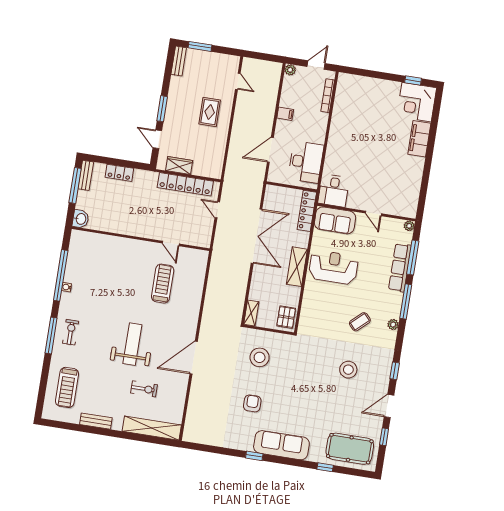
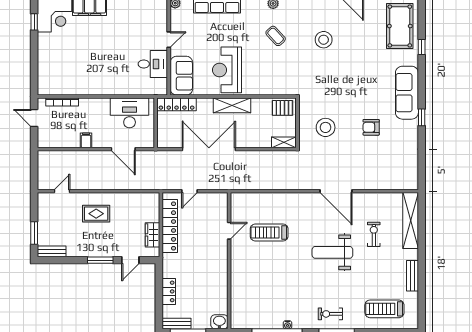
plant: (290, 70) -> (43, 142), removed
desk: (334, 191) -> (153, 64), moved
treadmill: (67, 387) -> (384, 309), turned 180

